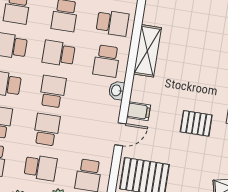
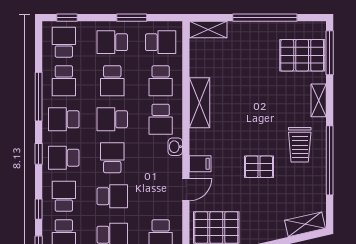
school desk: (113, 23) -> (161, 81), turned 90
school desk: (47, 130) -> (112, 196), turned 90

